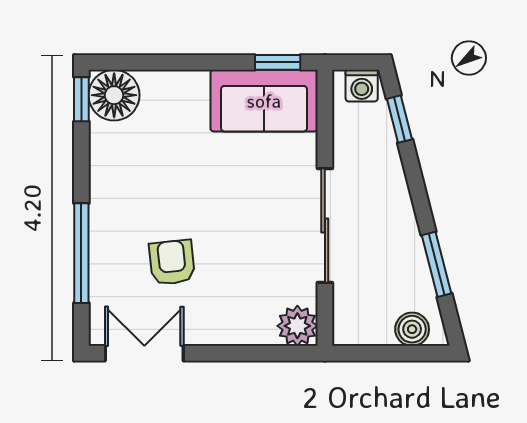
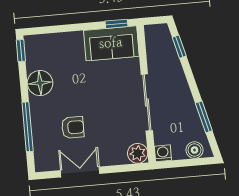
washing machine: (362, 86) -> (163, 153), moved, turned 180
floor lamp: (114, 95) -> (40, 83), moved
armchair: (172, 262) -> (73, 127), turned 96
double door: (144, 353) -> (80, 172), moved

